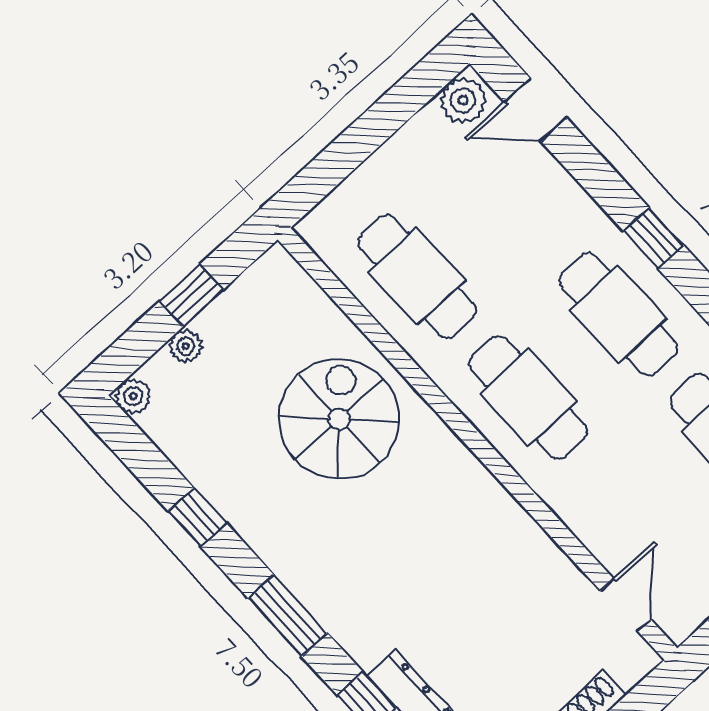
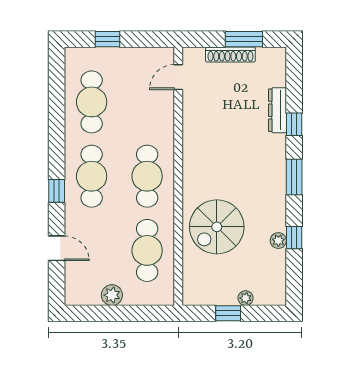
plant: (463, 100) -> (112, 295), moved
door: (536, 110) -> (57, 248), moved
plant: (133, 396) -> (278, 241), moved

